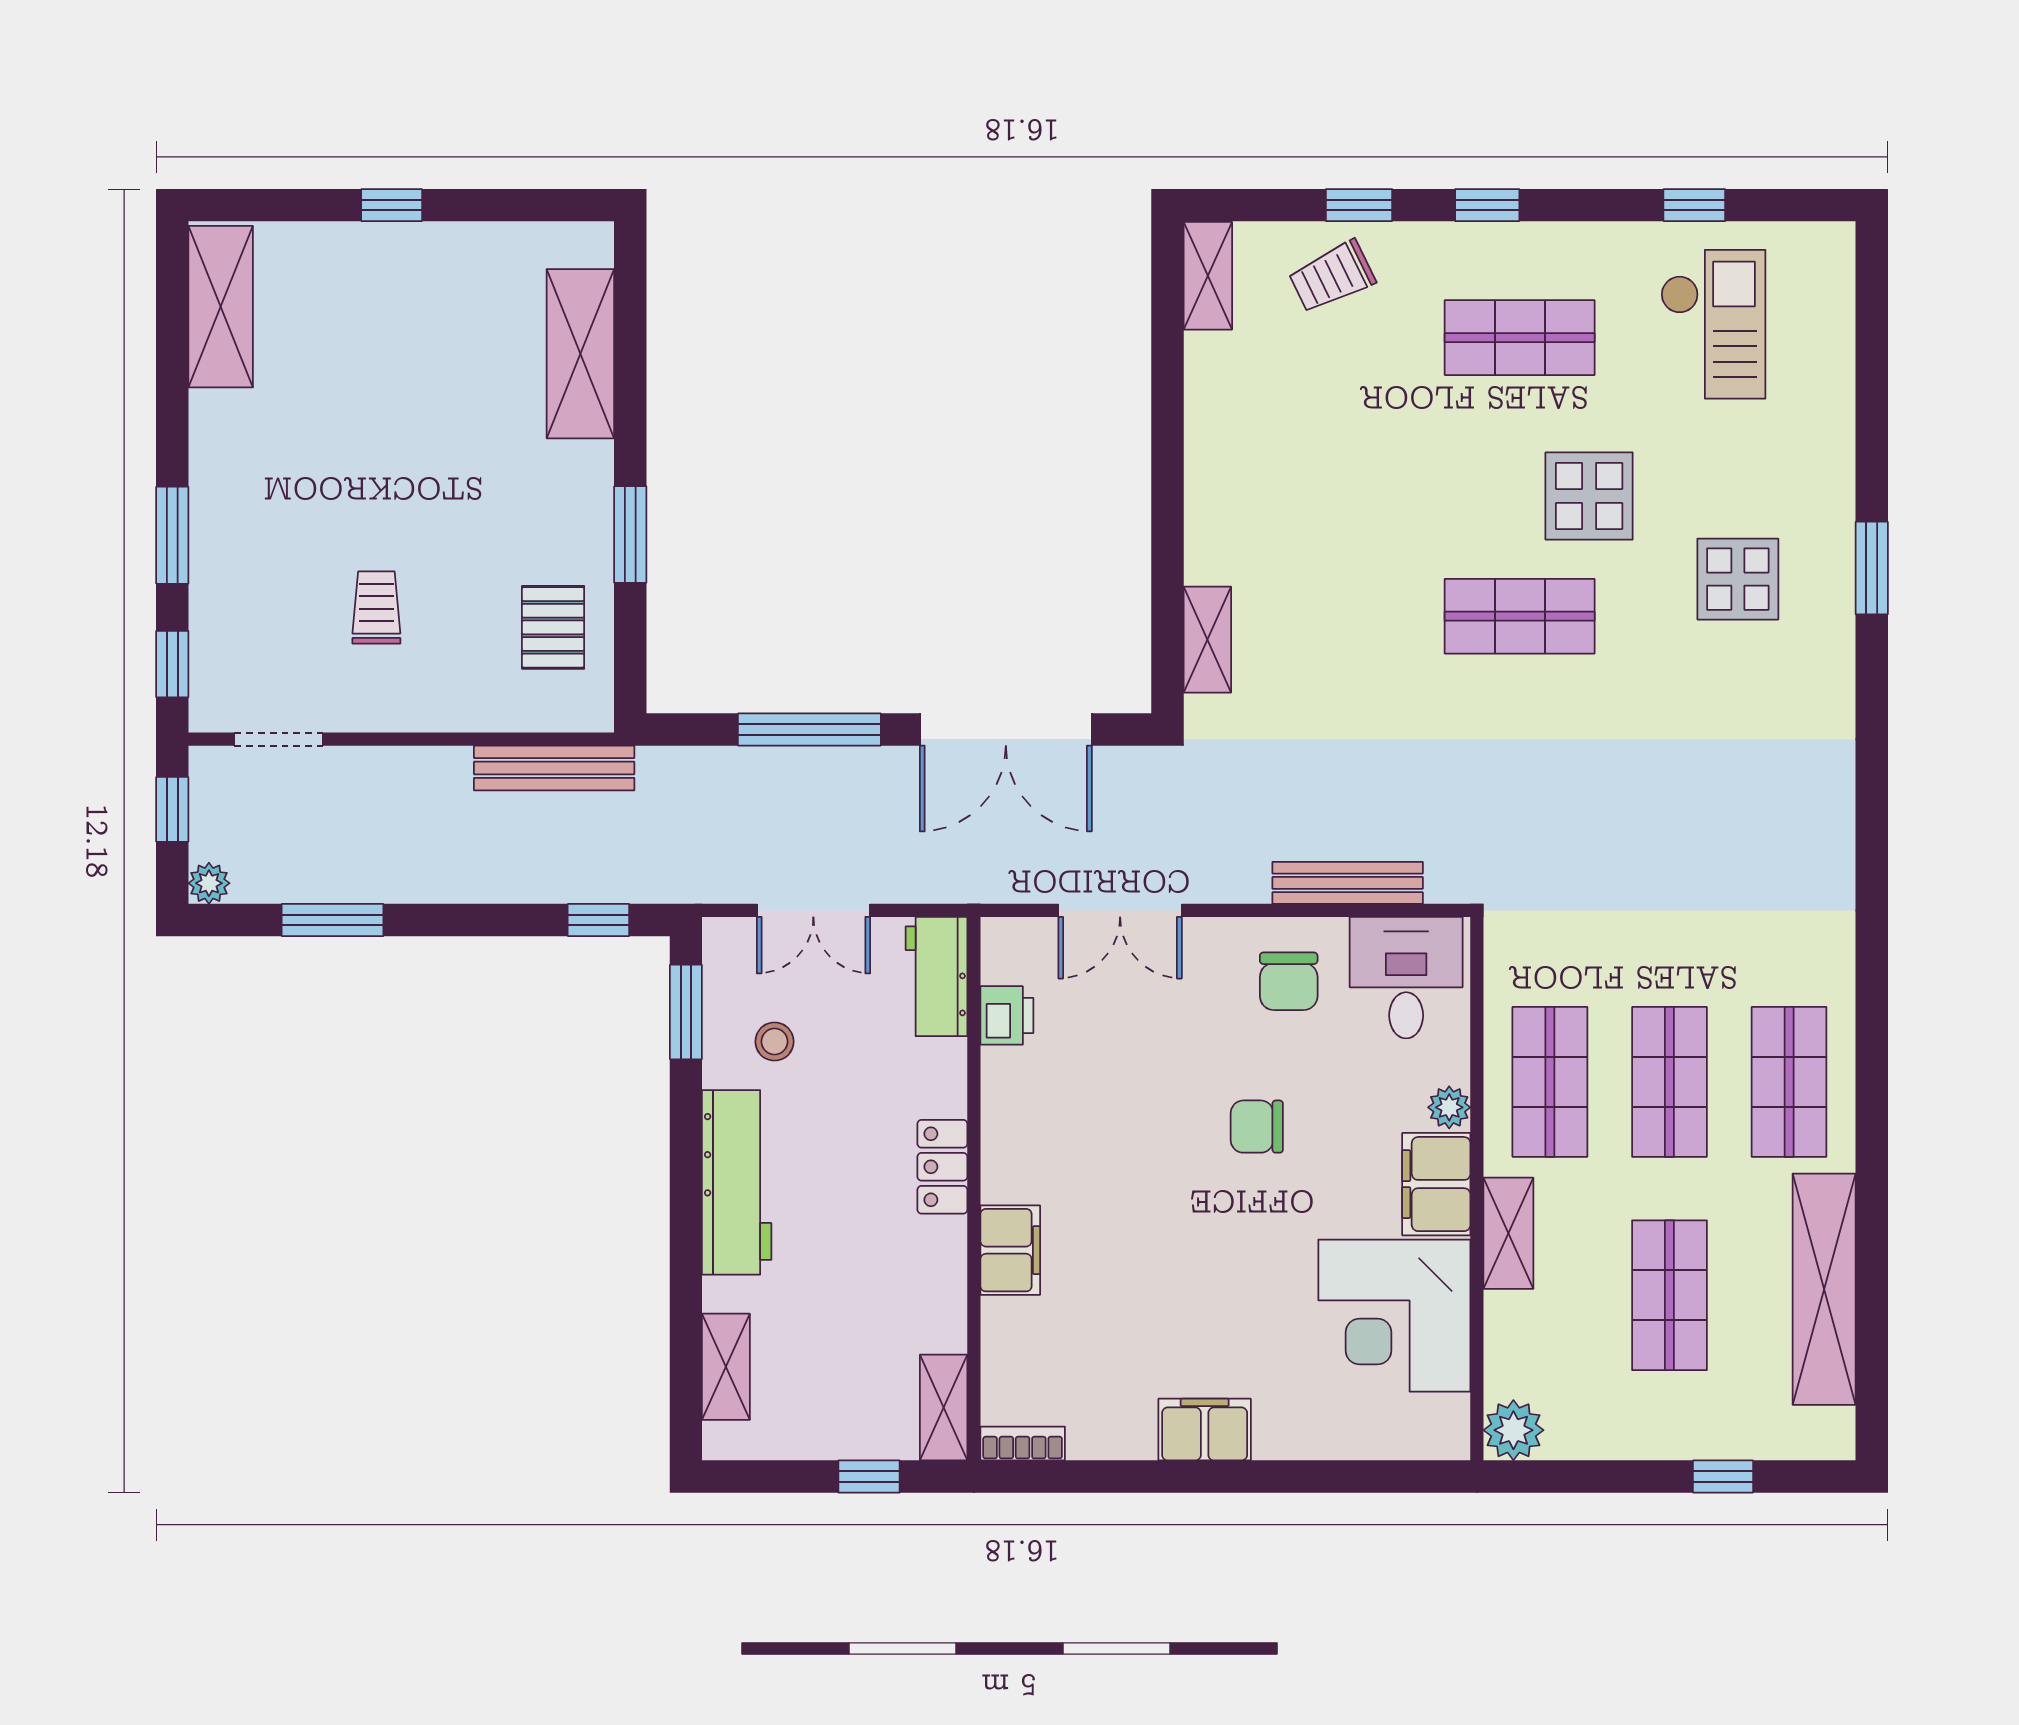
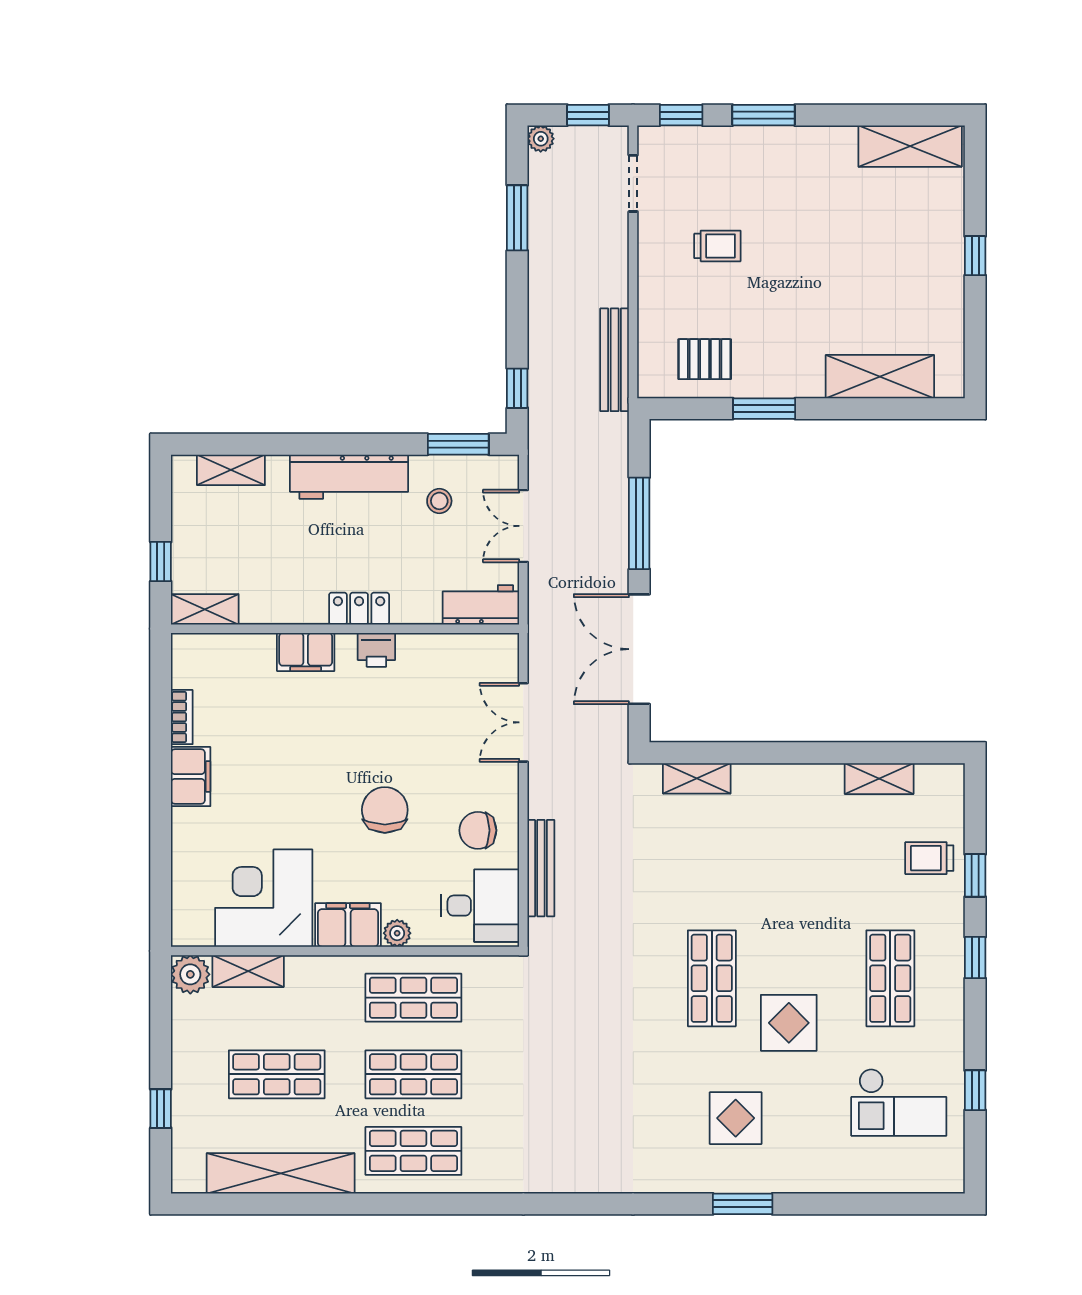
shelving: (1208, 276) -> (879, 779), moved
trolley: (1332, 277) -> (929, 858), turned -64
printer: (1007, 1015) -> (376, 650), moved
chair: (1257, 1127) -> (385, 810), width x1.37, depth x1.37
shelving: (1508, 1233) -> (248, 971), moved
bookcase: (1023, 1444) -> (182, 717), moved

